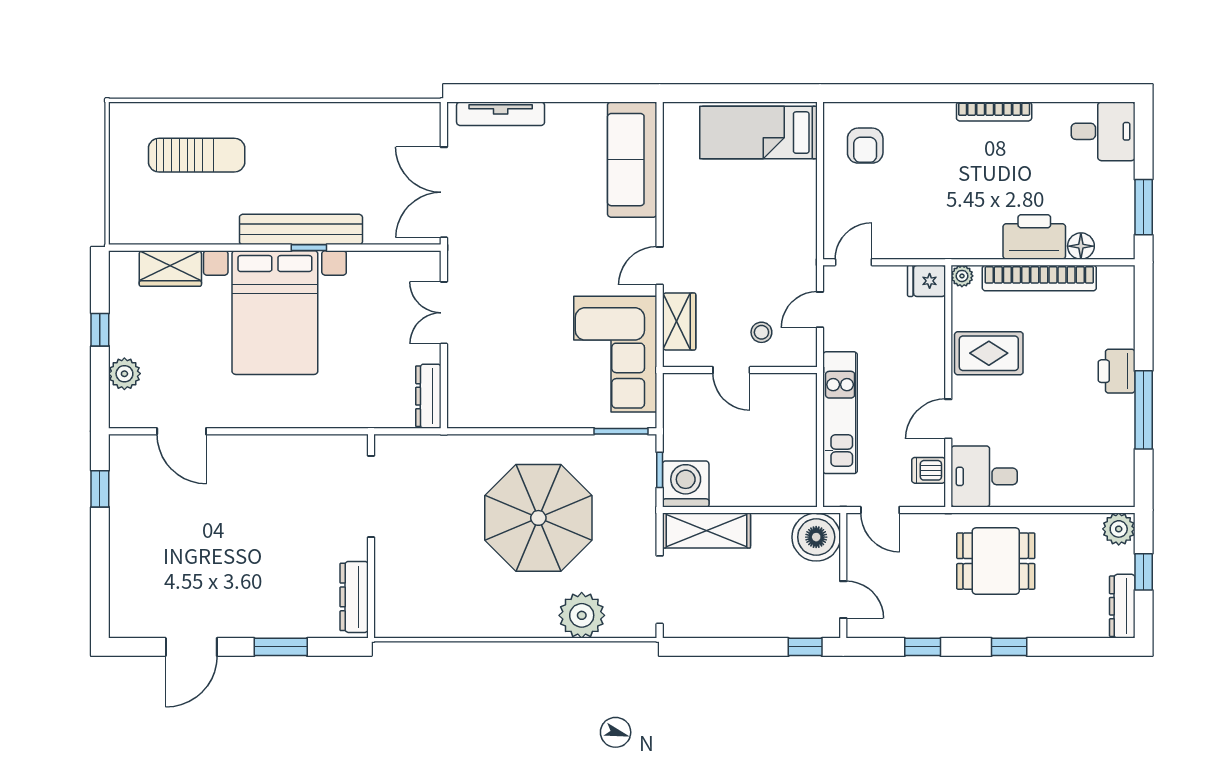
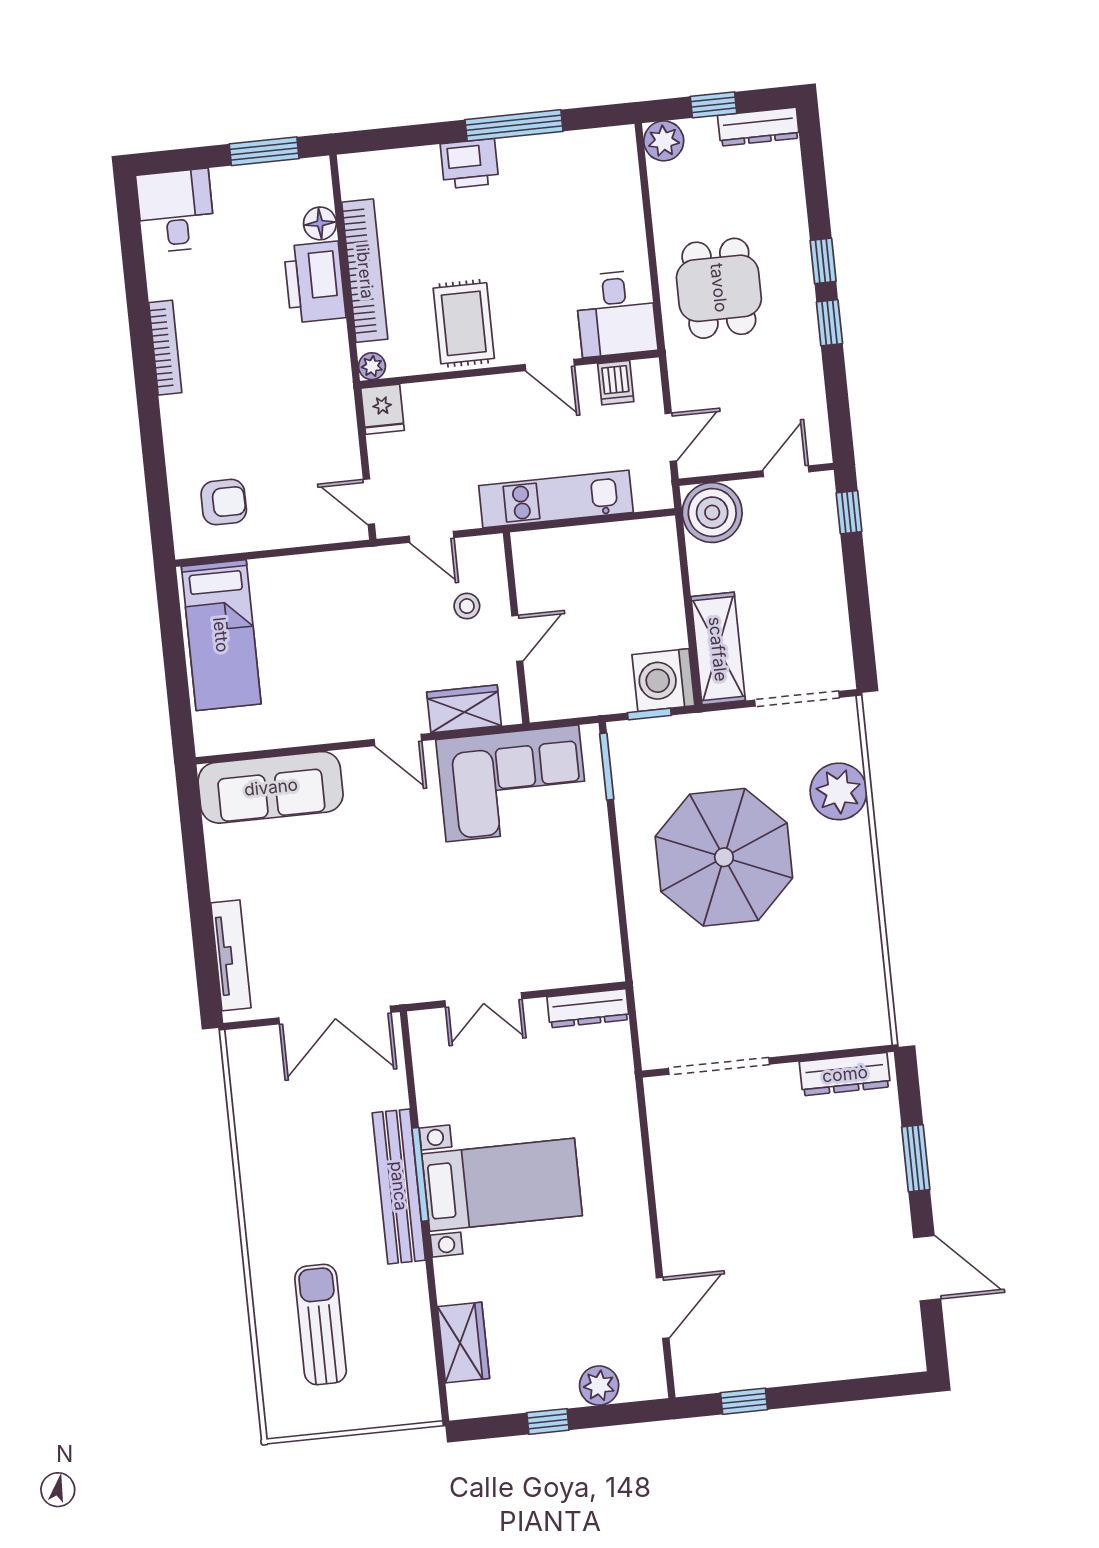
window: (309, 248) -> (420, 1174), width x2.17
bed with nightstands: (275, 313) -> (502, 1185), width x0.73
window: (923, 647) -> (829, 323), moved

